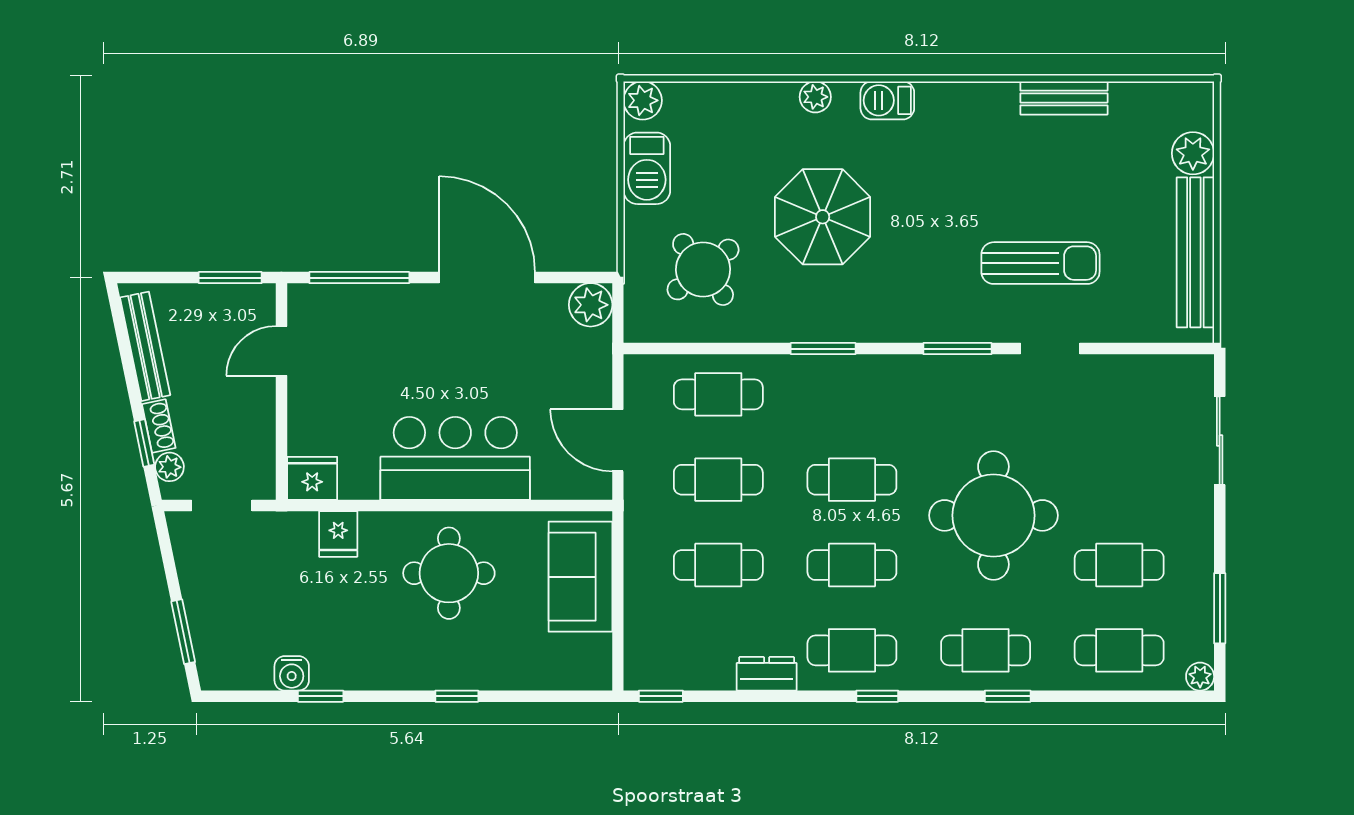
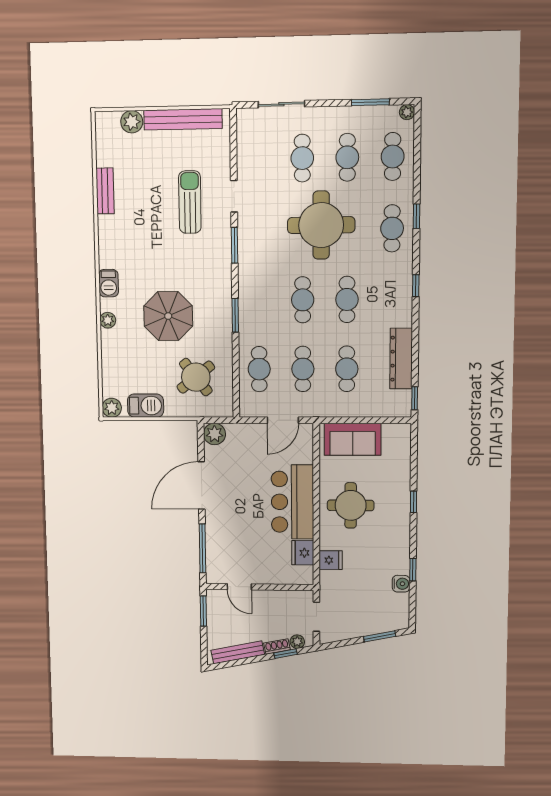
fridge: (312, 478) -> (303, 553), moved
cafe table: (852, 650) -> (302, 158), moved
dresser: (767, 674) -> (401, 359), width x1.96, depth x1.24

